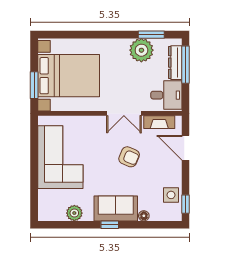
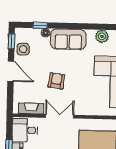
door: (186, 148) -> (11, 71), moved
armchair: (129, 157) -> (56, 81), turned 75
window: (110, 225) -> (40, 25), moved

